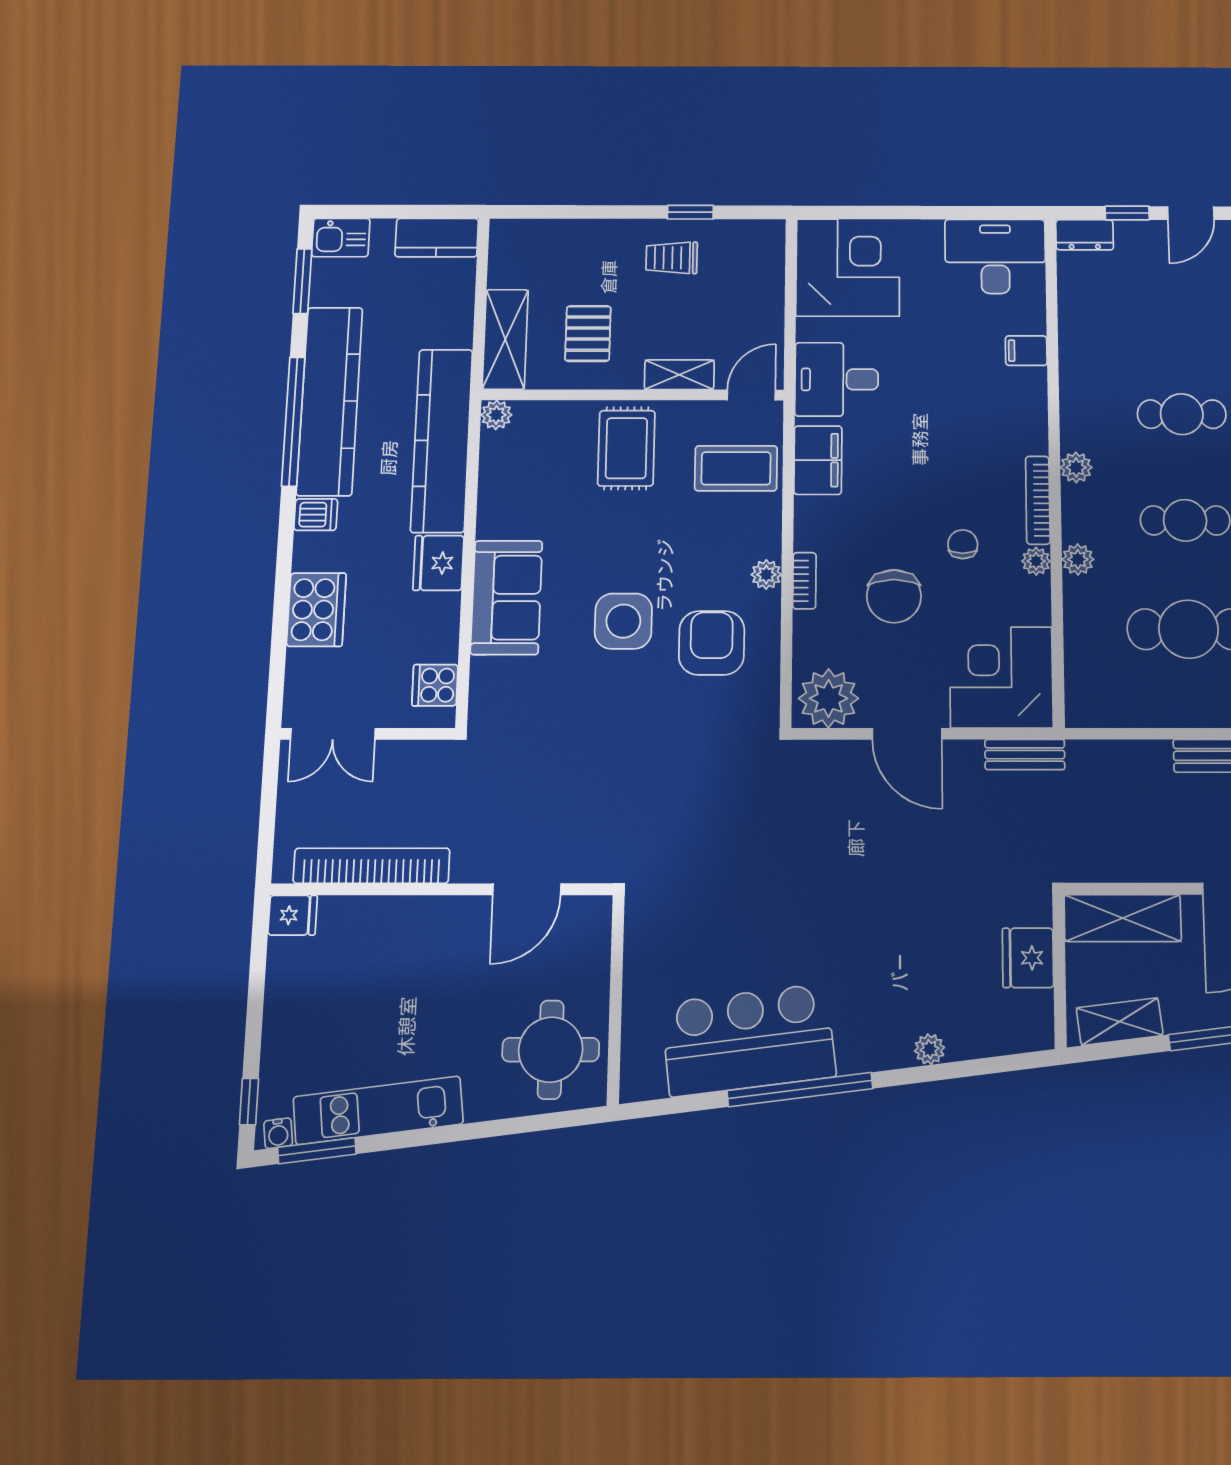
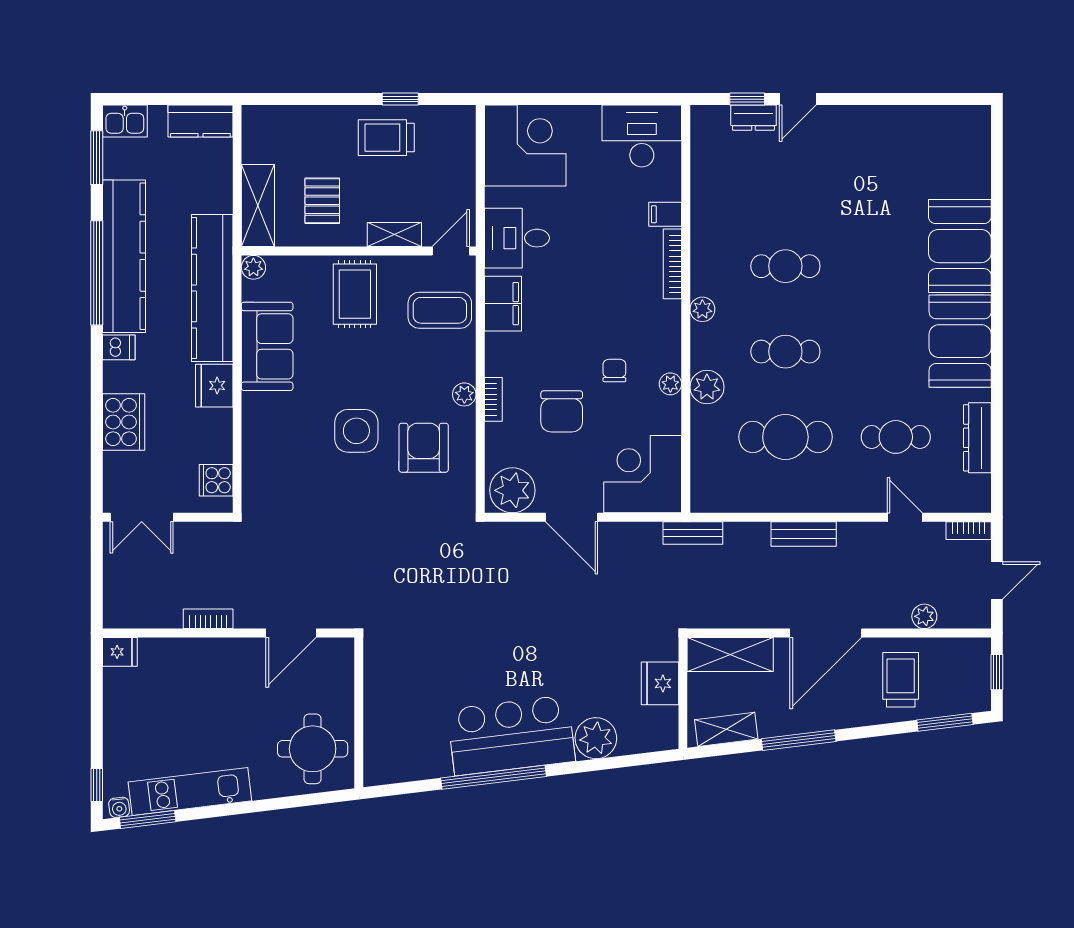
dresser: (1085, 235) -> (753, 118), moved
trolley: (672, 258) -> (386, 138), width x1.36, depth x1.39
bookcase: (1038, 500) -> (672, 264), moved
plant: (1078, 559) -> (707, 387), width x1.38, depth x1.38
sofa: (506, 597) -> (267, 346), moved
bench: (1025, 755) -> (693, 533), moved
bookcase: (372, 866) -> (208, 619), width x0.43, depth x0.76
bar counter: (748, 1040) -> (511, 735), moved
plant: (930, 1049) -> (596, 738), width x1.87, depth x1.87

